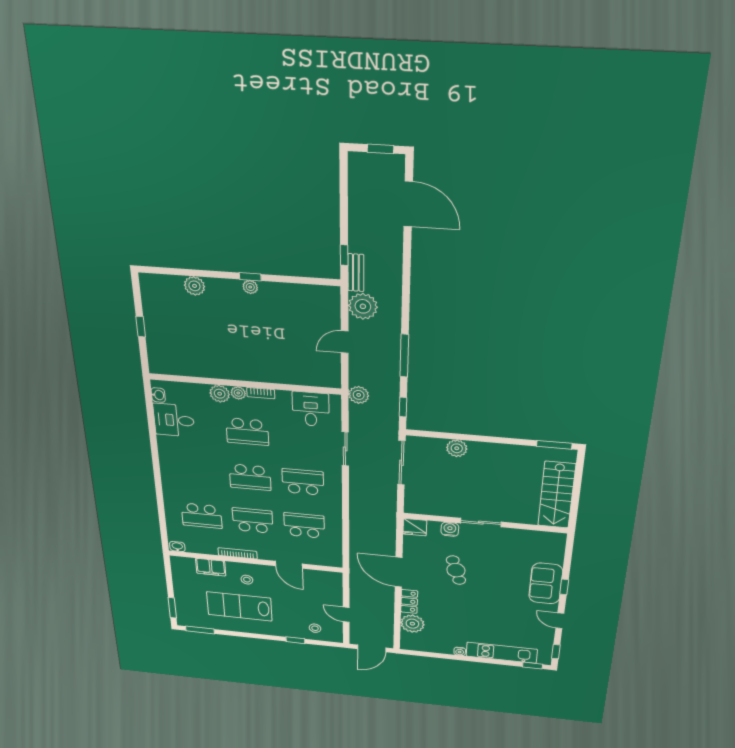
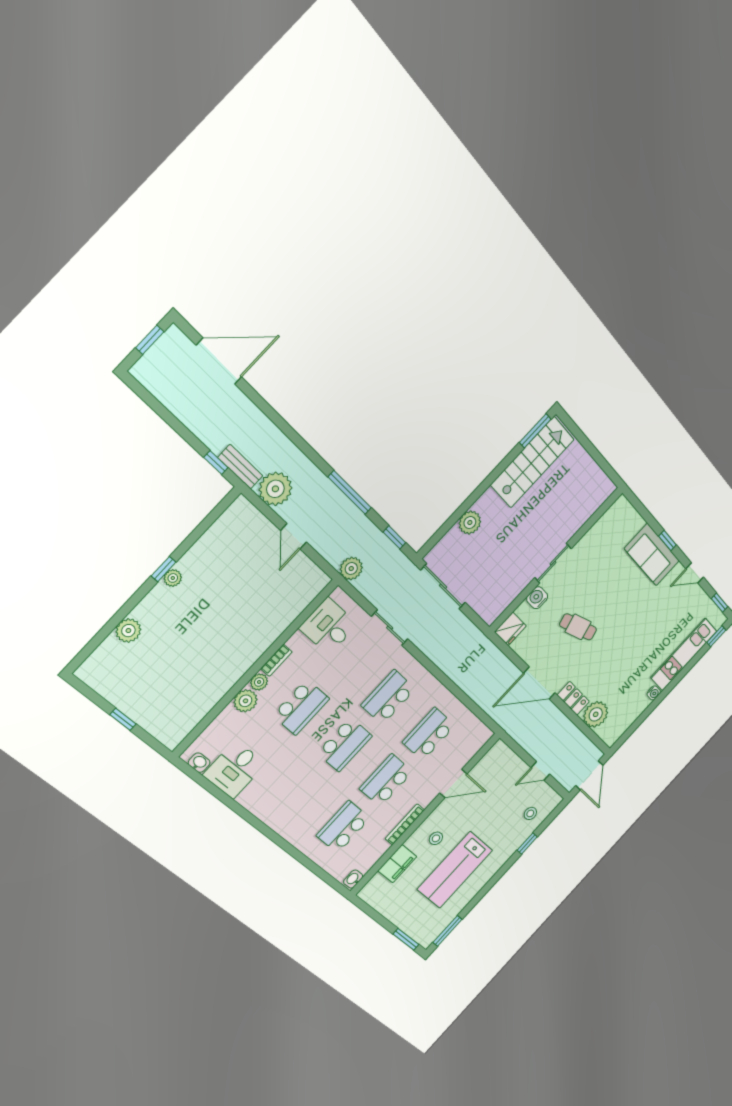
stairs: (557, 495) -> (532, 462), moved, turned -90
school desk: (202, 516) -> (343, 827), turned 180

